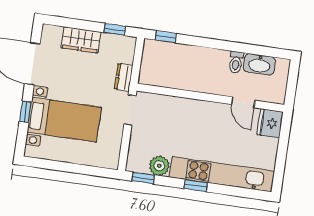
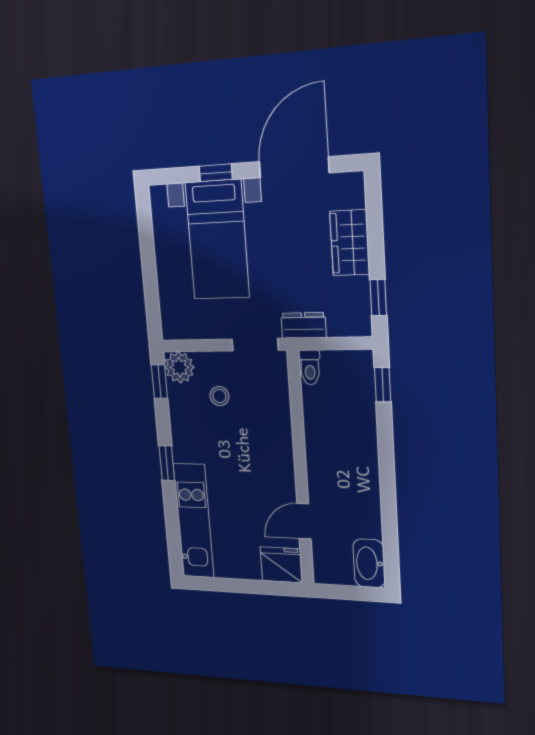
toilet: (236, 62) -> (310, 367), moved, turned -90
washbasin: (259, 64) -> (369, 563), moved
stool: (158, 140) -> (219, 396), added
plant: (159, 166) -> (179, 367), moved
kitchen unit: (222, 174) -> (194, 521), width x0.73

